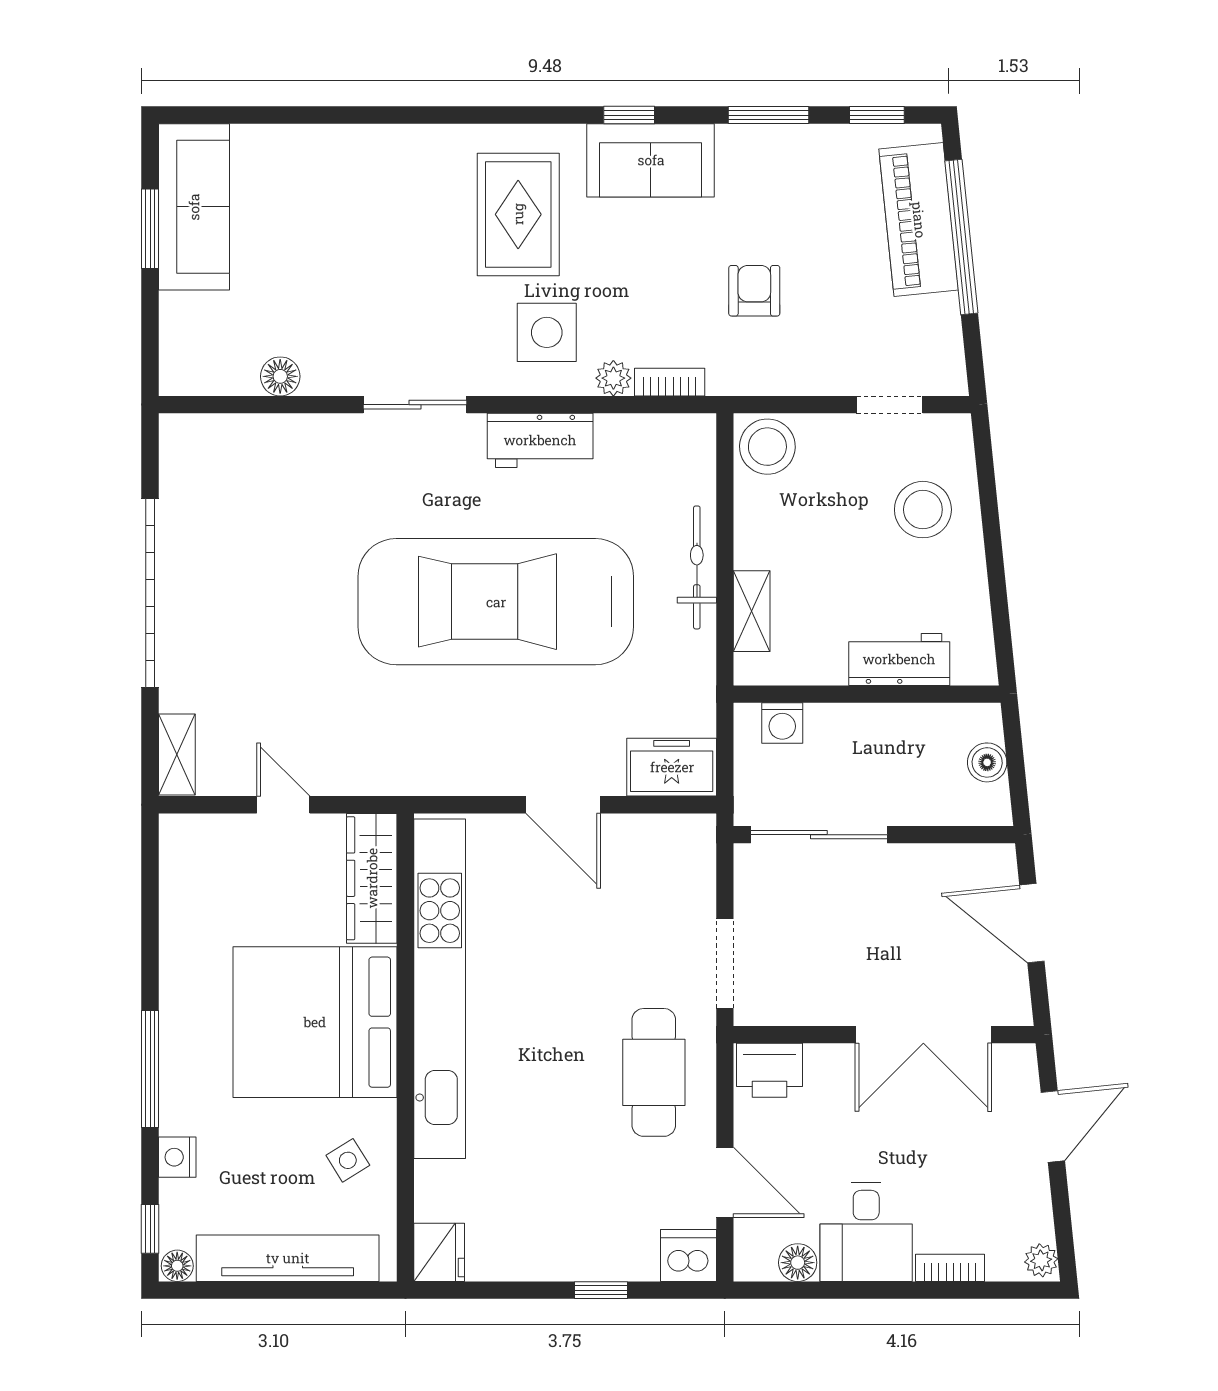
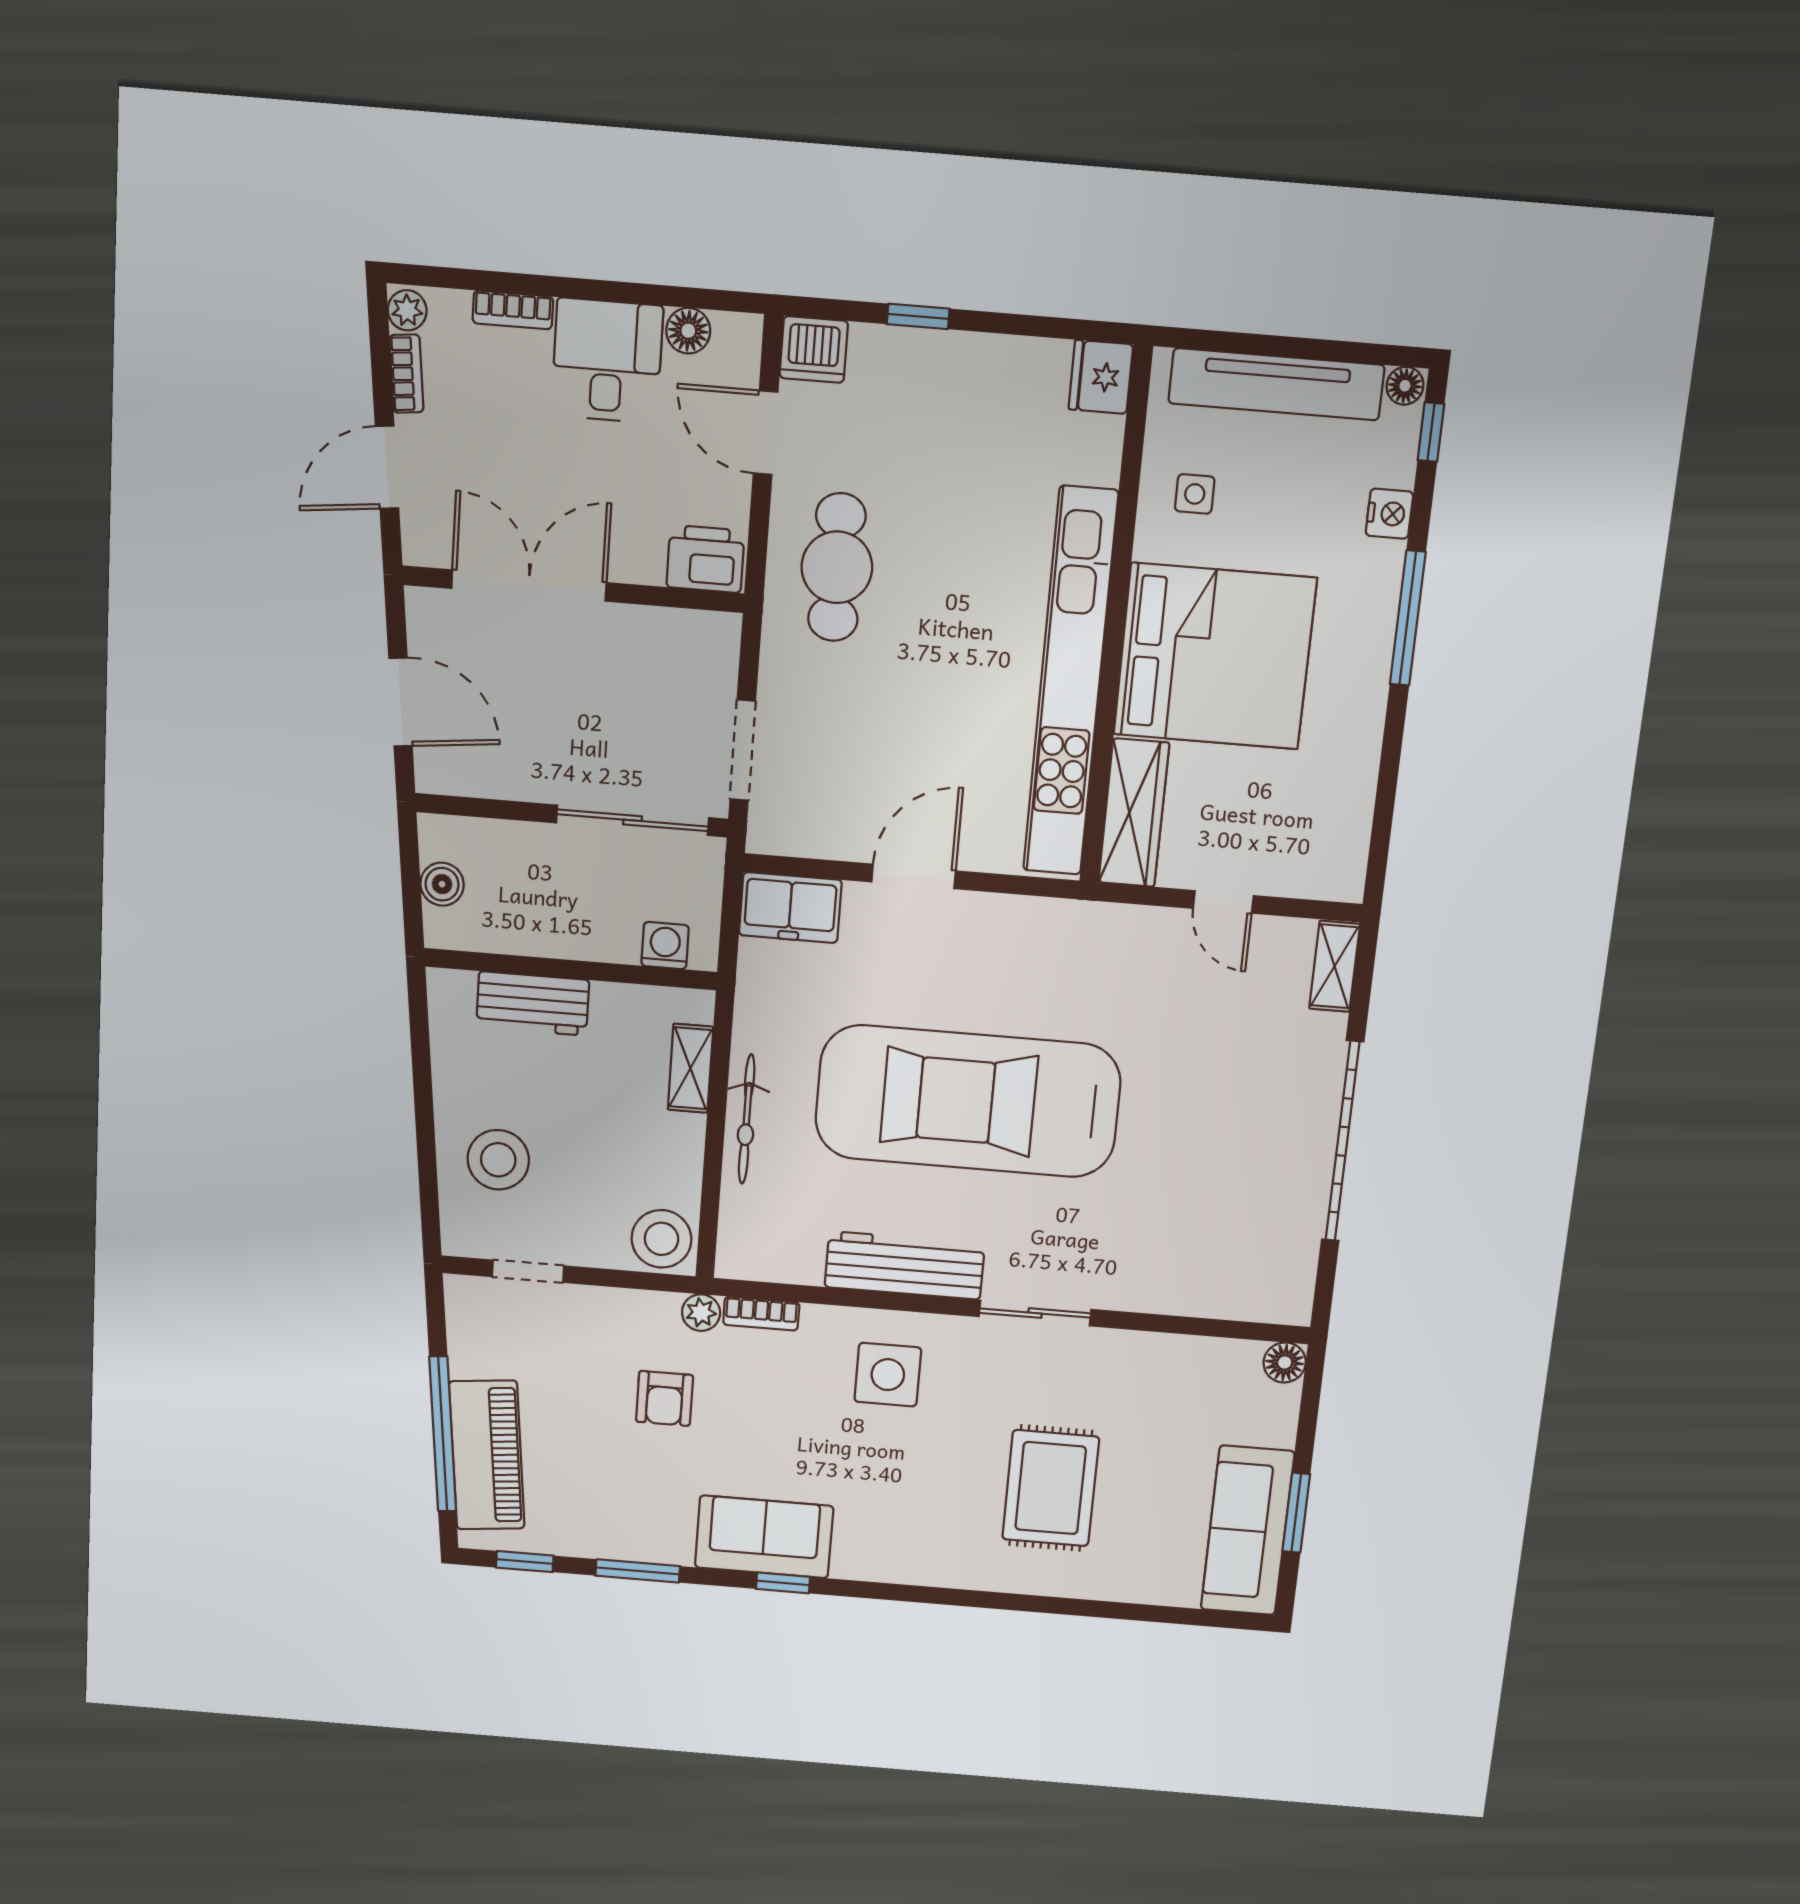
rug: (518, 214) -> (1051, 1488), moved
floor lamp: (280, 376) -> (1285, 1363), moved
plant: (613, 378) -> (701, 1313), moved
workbench: (540, 440) -> (905, 1265), width x1.38
car: (496, 602) -> (968, 1101), turned 180
door: (563, 805) -> (914, 876), hinge flipped
doorway: (725, 964) -> (743, 750), moved
side table: (348, 1160) -> (1195, 494), turned 32
bookcase: (1039, 1207) -> (406, 374), added

